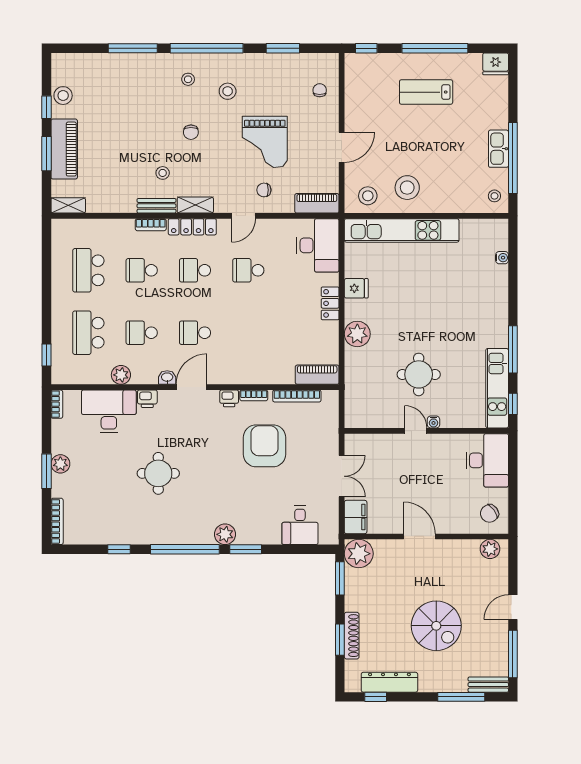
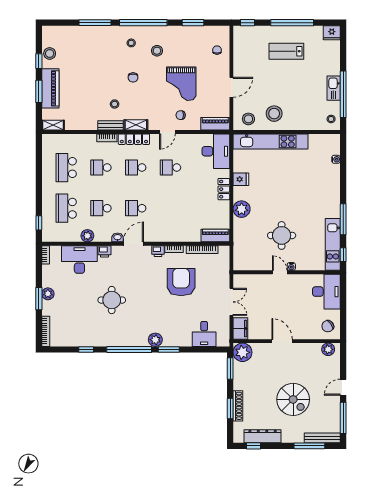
bench: (488, 685) -> (322, 438), width x1.36

